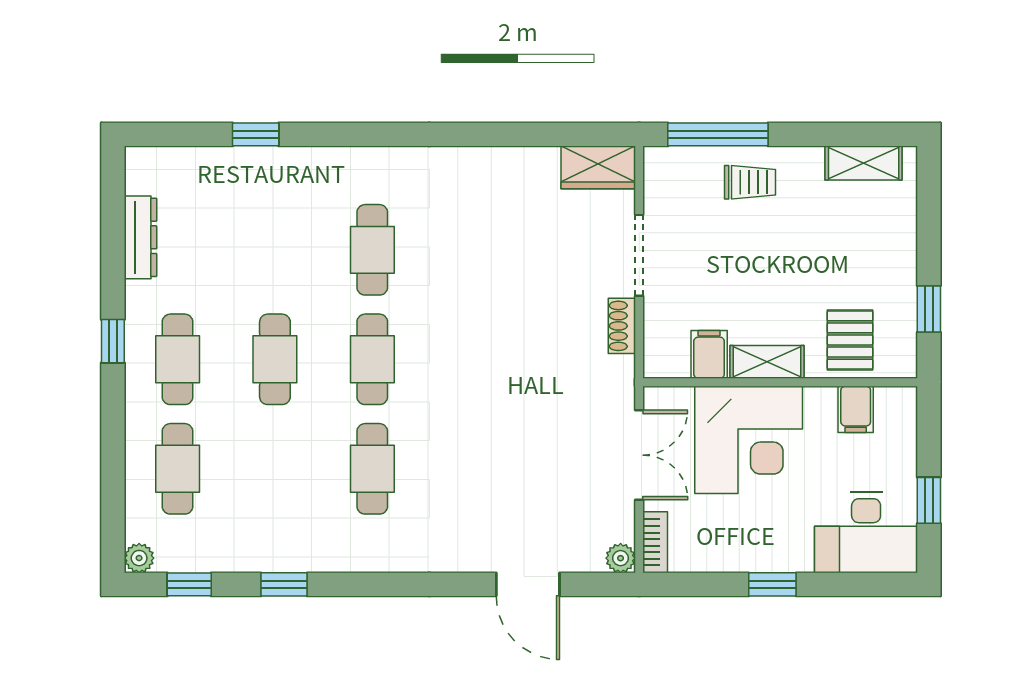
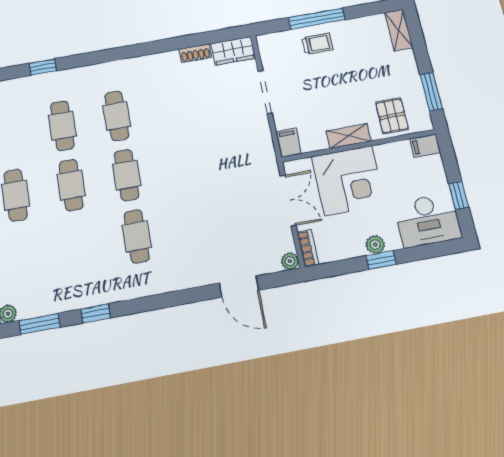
window: (718, 134) -> (317, 19), moved
shelving: (864, 163) -> (399, 30), moved, turned 90
window: (929, 309) -> (431, 92), width x1.50
shoe rack: (622, 326) -> (195, 53), moved, turned -90
filing cabinet: (709, 354) -> (289, 143), moved
filing cabinet: (856, 409) -> (425, 146), moved, turned 90
cafe table: (178, 469) -> (62, 126), moved
plant: (769, 557) -> (375, 245), added
window: (189, 584) -> (40, 324), width x1.50

